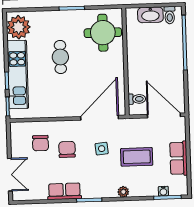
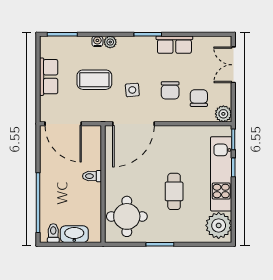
toilet: (137, 99) -> (92, 176), moved
plant: (18, 129) -> (223, 114), added
water cooler: (163, 191) -> (97, 41), moved

